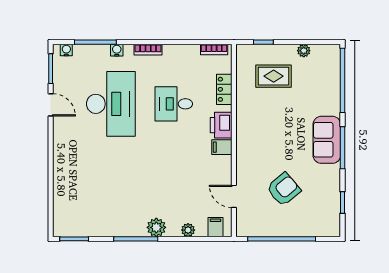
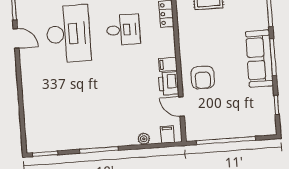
desk: (174, 104) -> (123, 30), turned 180
printer: (221, 125) -> (169, 83), moved
sofa: (327, 140) -> (259, 59), width x1.36
armchair: (284, 189) -> (203, 77), moved, turned 130
plant: (156, 227) -> (116, 138), removed

